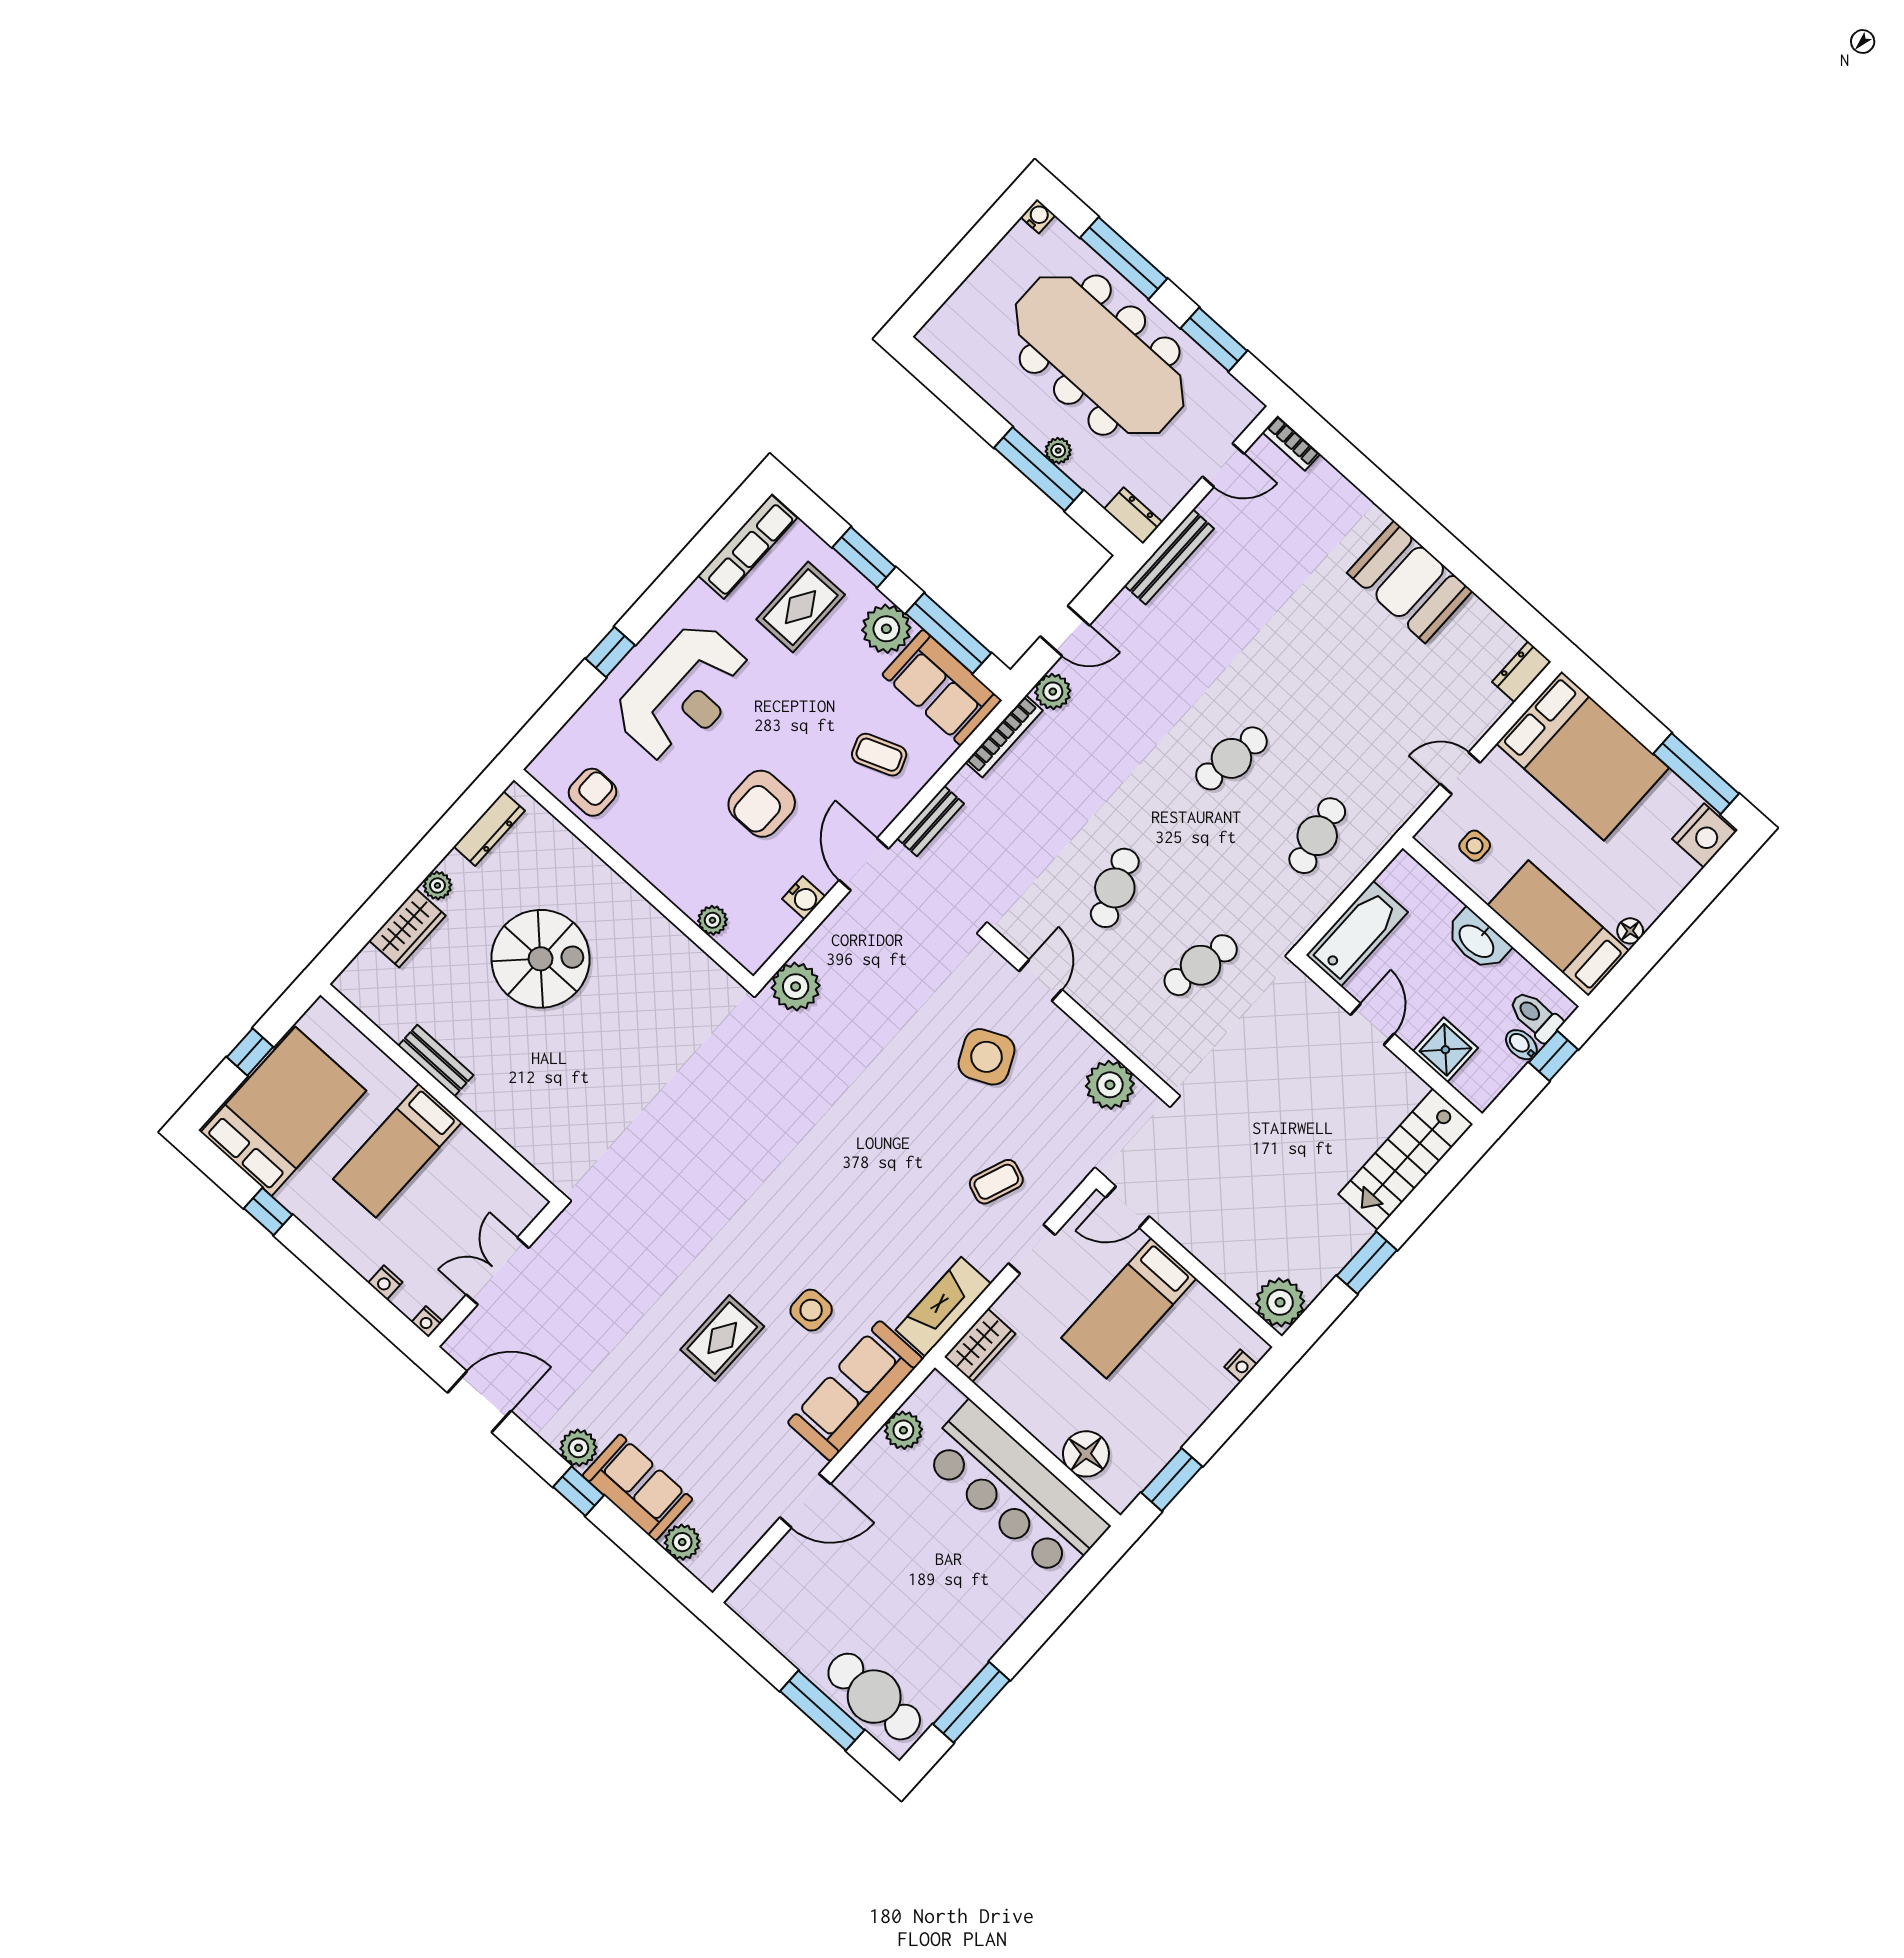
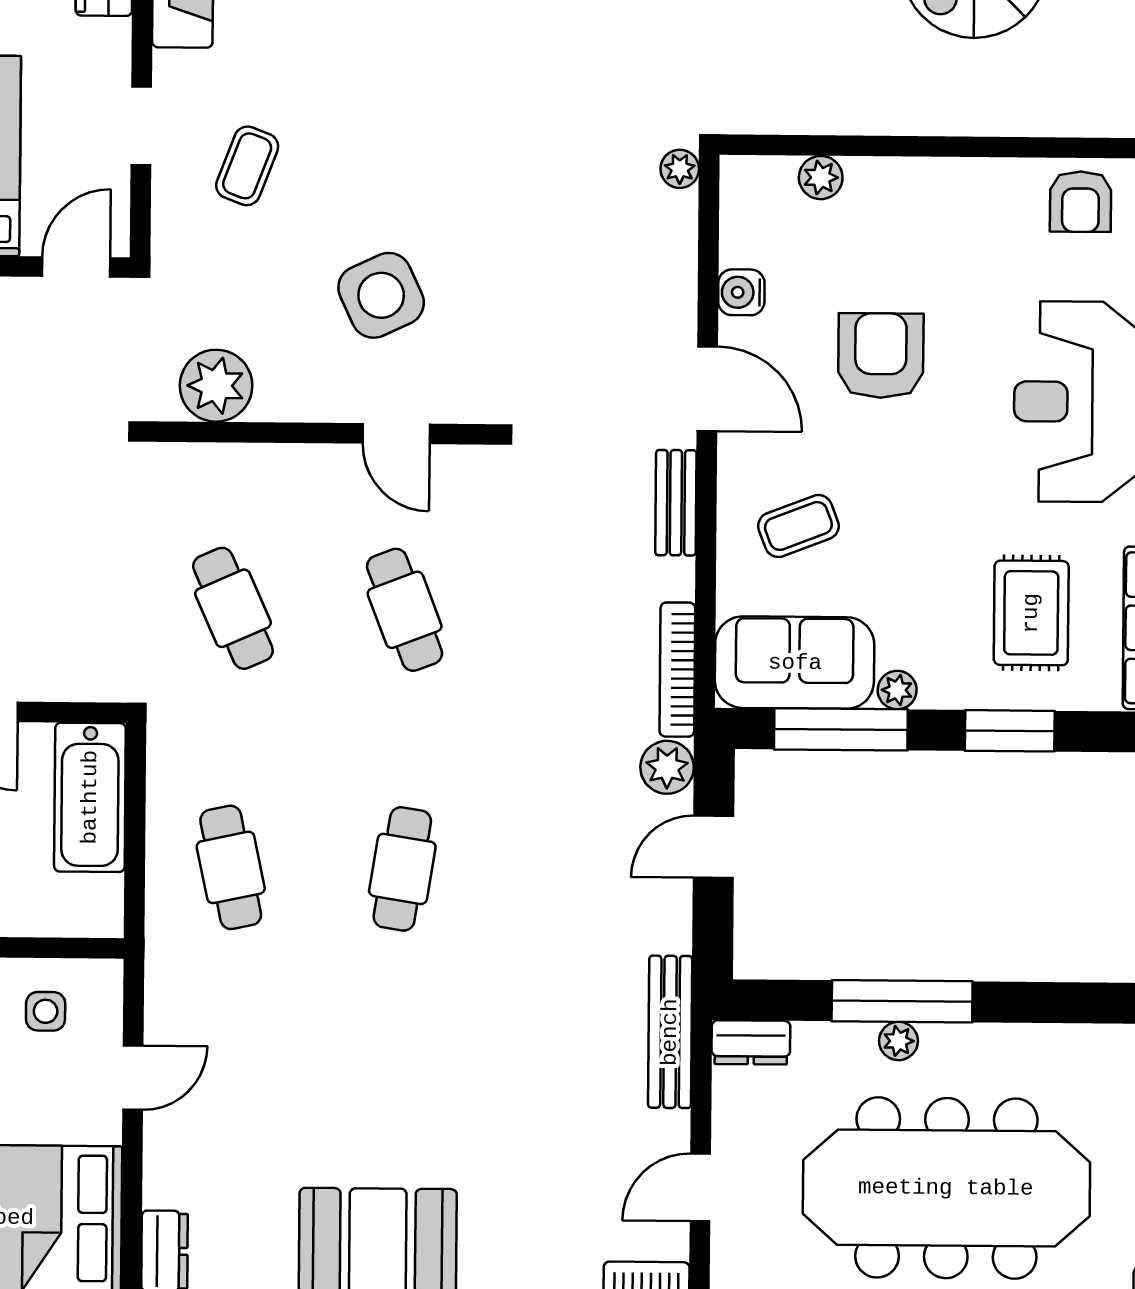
plant: (886, 629) -> (897, 690), width x0.53, depth x0.53
cafe table: (1201, 965) -> (233, 608), turned -36
plant: (796, 987) -> (680, 169), width x0.53, depth x0.53

